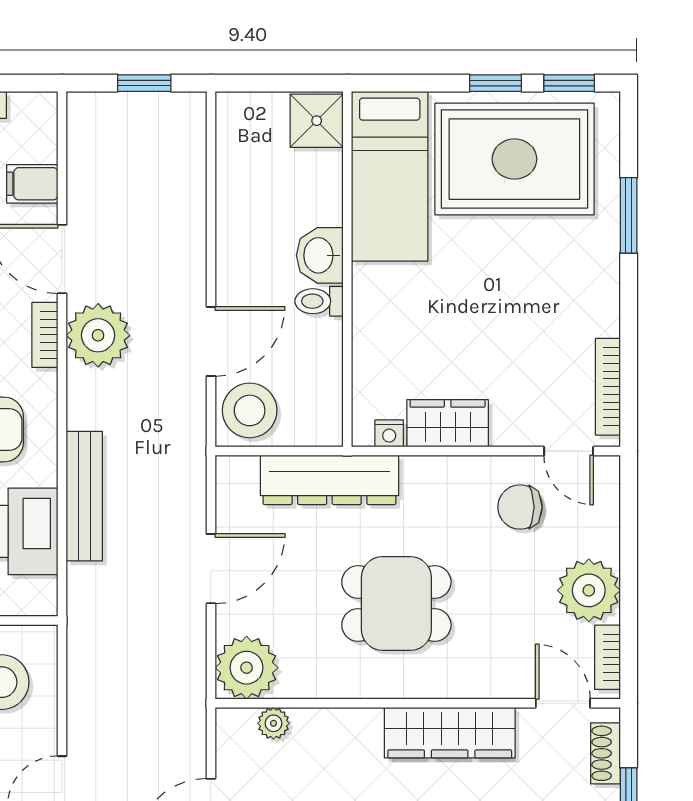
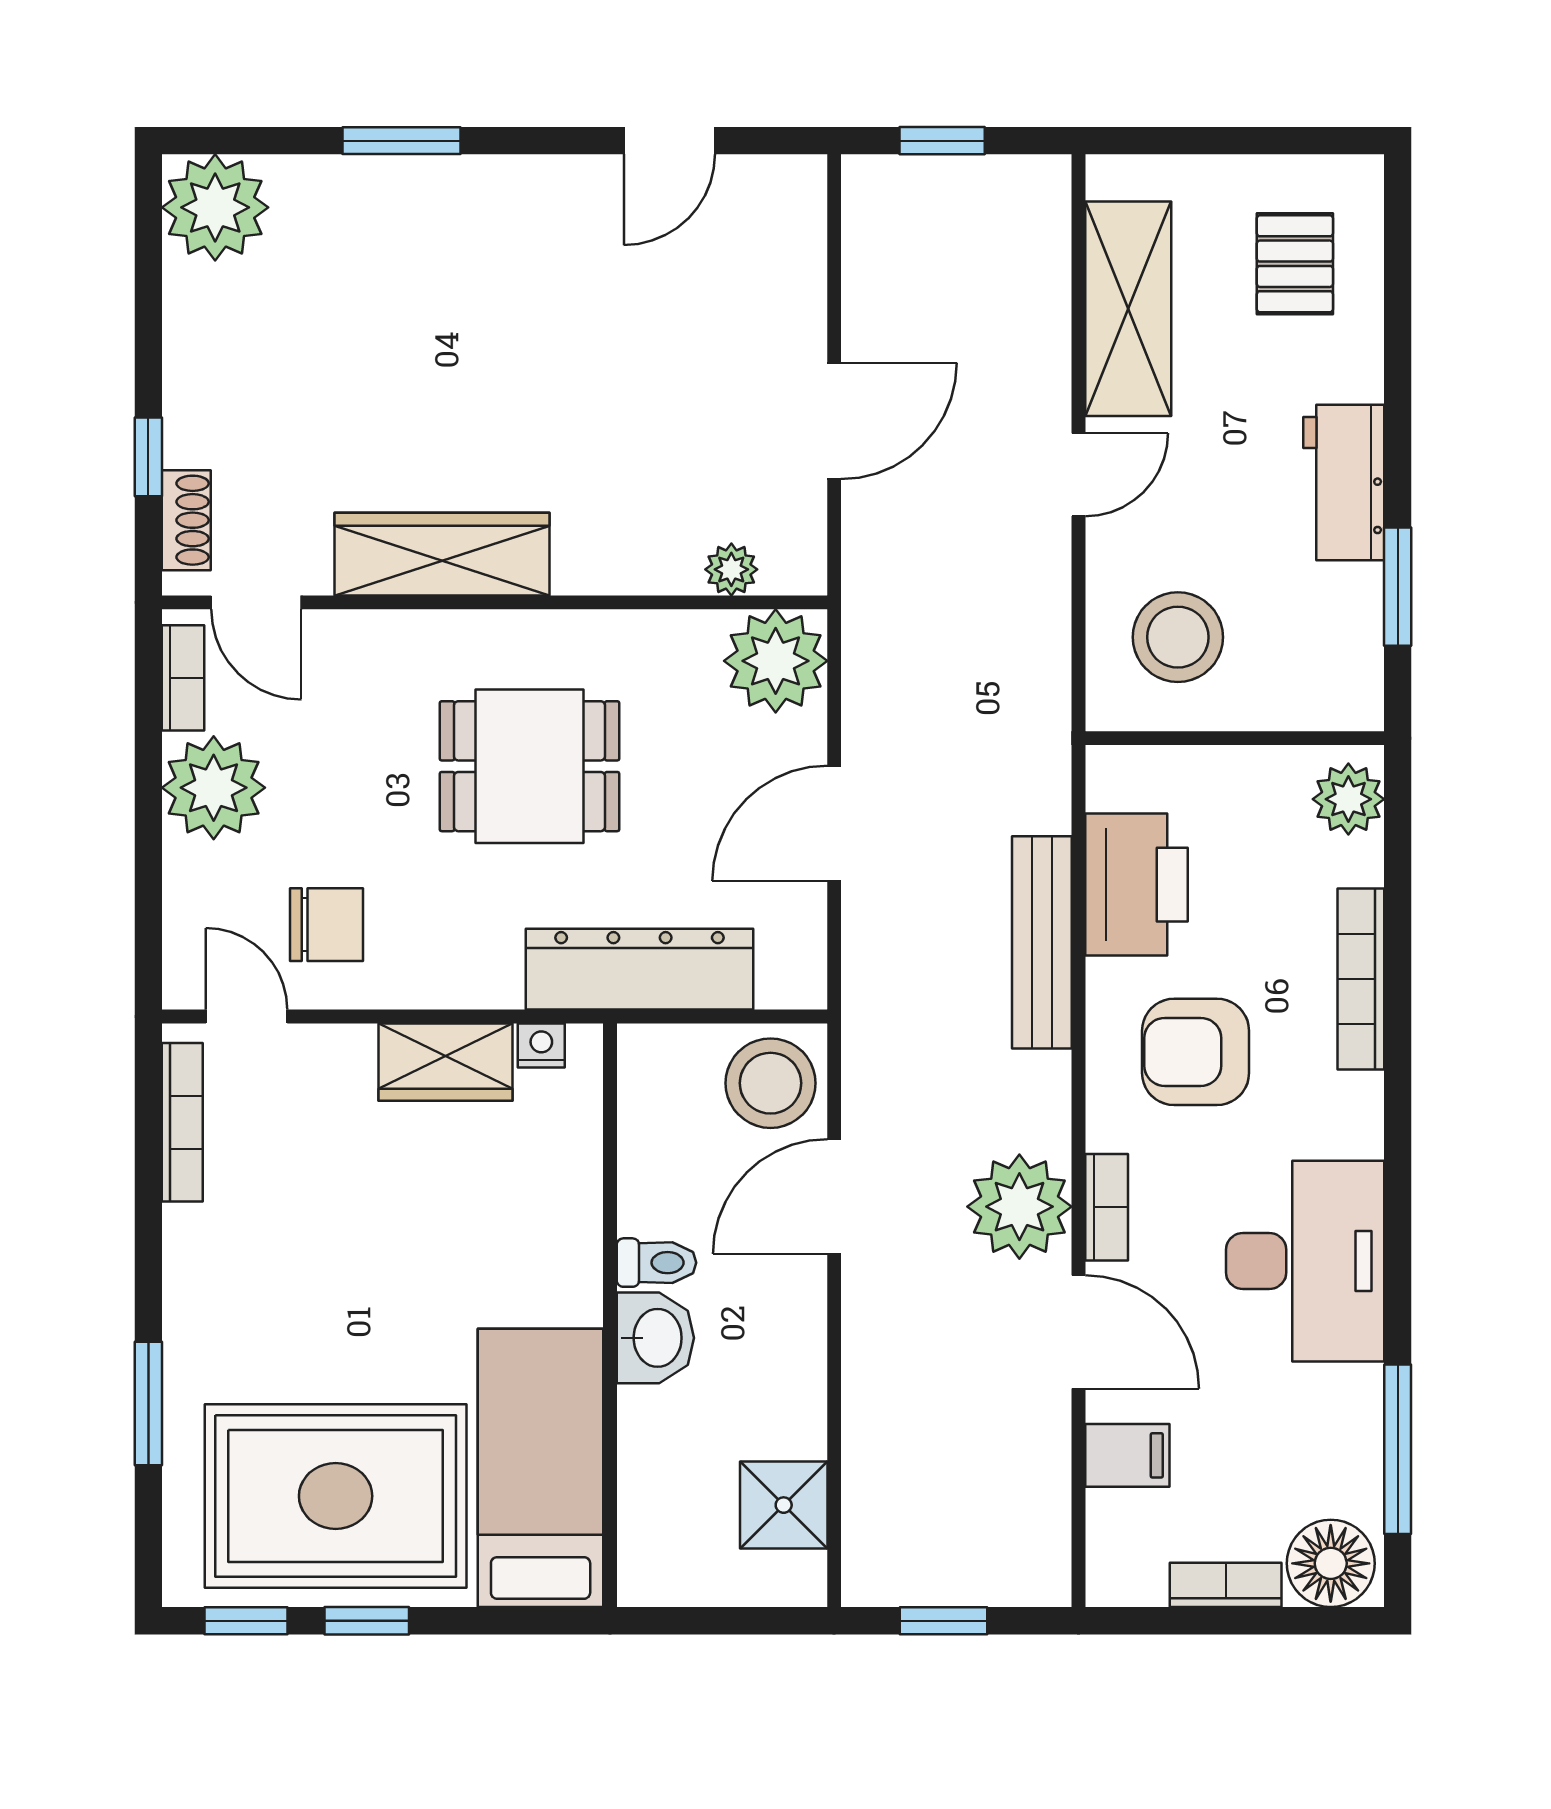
shower: (317, 121) -> (784, 1505), moved

